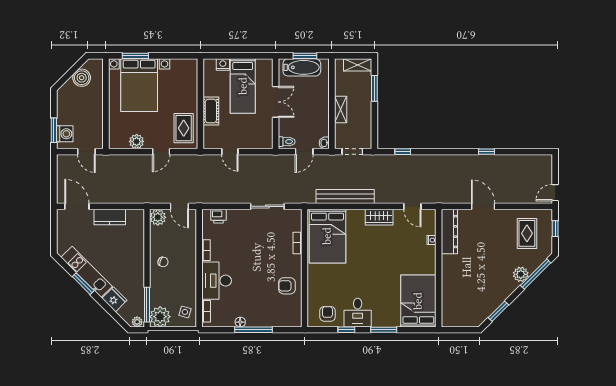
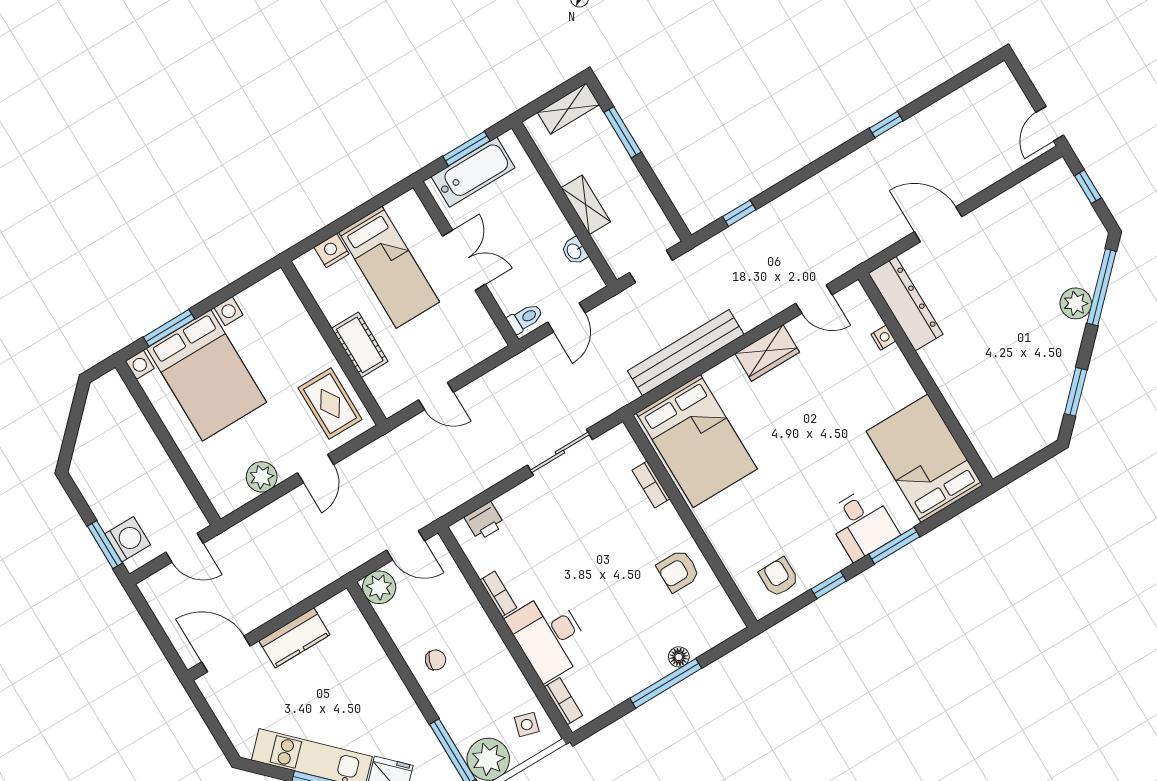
boiler: (82, 78) -> (98, 423), removed
washbasin: (324, 143) -> (574, 251), moved
rug: (527, 233) -> (1043, 225), removed
desk: (358, 313) -> (862, 524), moved
floor lamp: (240, 322) -> (679, 657), moved

